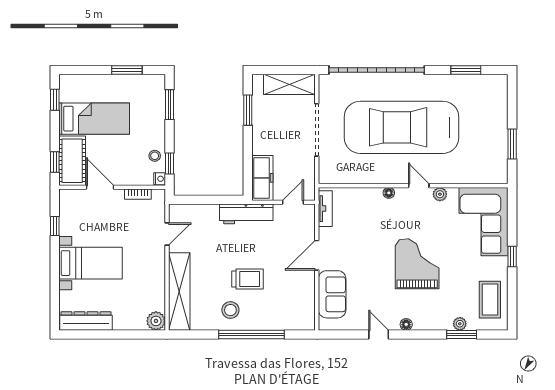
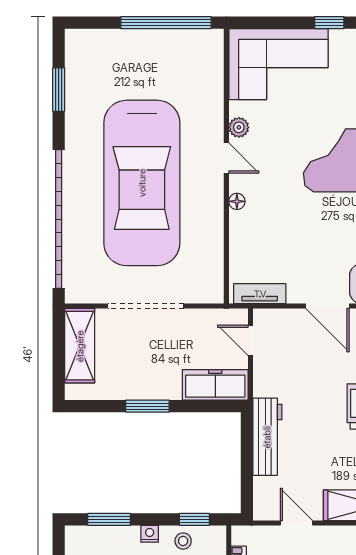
window: (248, 110) -> (147, 406), moved
window: (512, 144) -> (166, 23), width x2.11
nightstand: (160, 179) -> (150, 534), moved
door: (419, 186) -> (226, 158), swing flipped
workbench: (246, 214) -> (267, 437), moved

